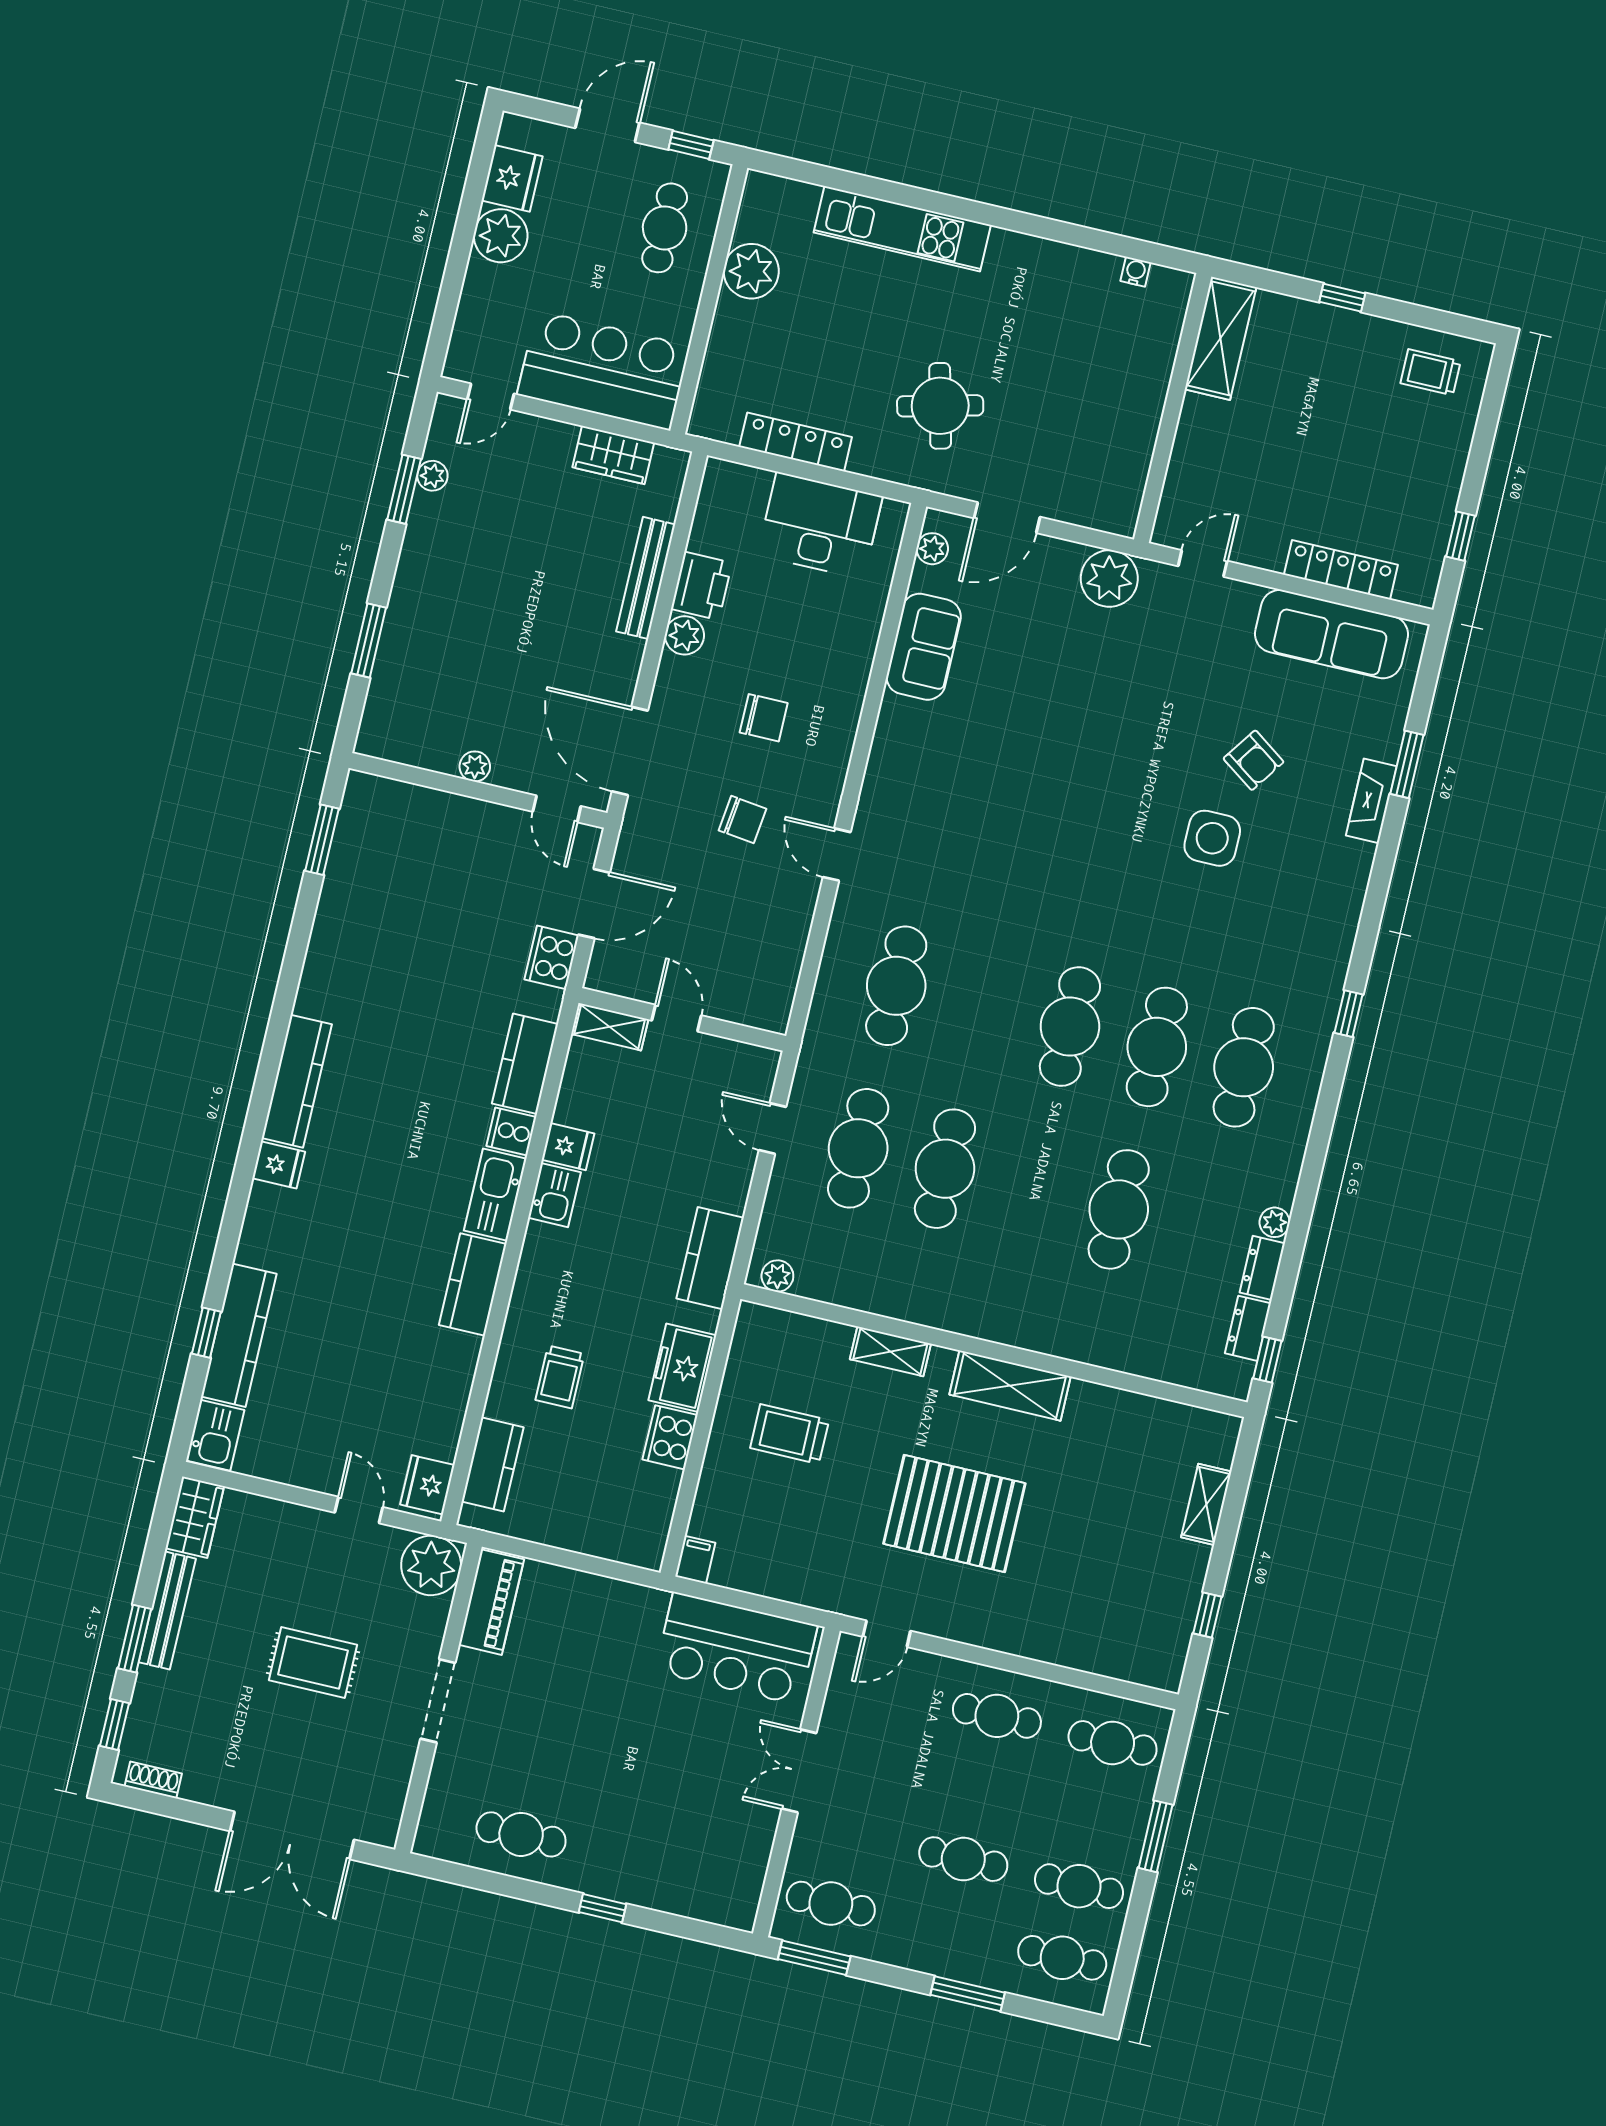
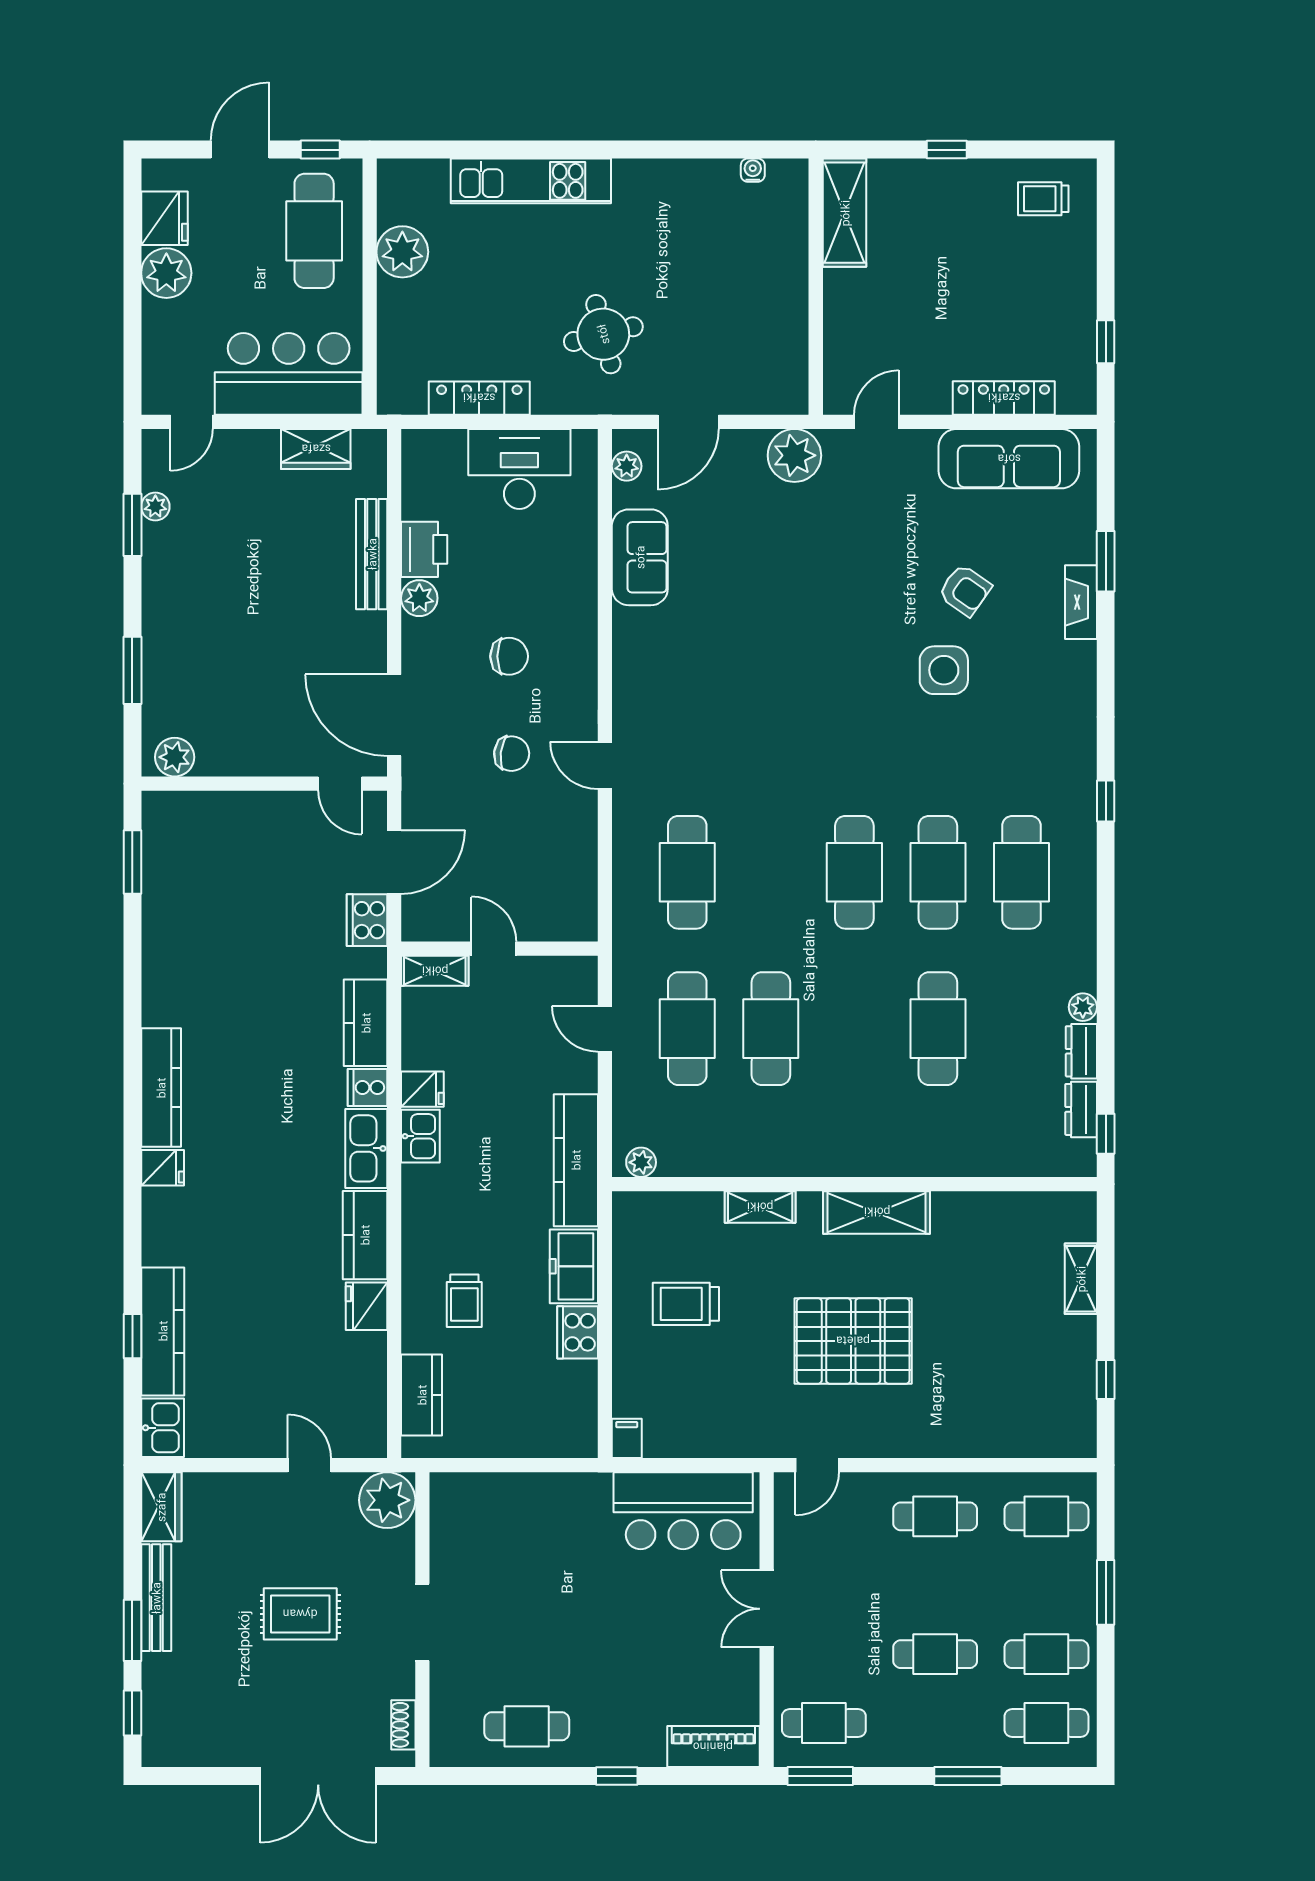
cafe table: (665, 228) -> (314, 231), width x1.37, depth x1.35
plant: (475, 766) -> (175, 757), moved, width x1.38, depth x1.38
kitchen counter: (710, 1258) -> (576, 1160), width x1.50
fridge: (427, 1485) -> (367, 1306), moved
piano: (491, 1602) -> (713, 1747), moved, turned -90
shoe rack: (153, 1780) -> (403, 1725), moved, turned -90

